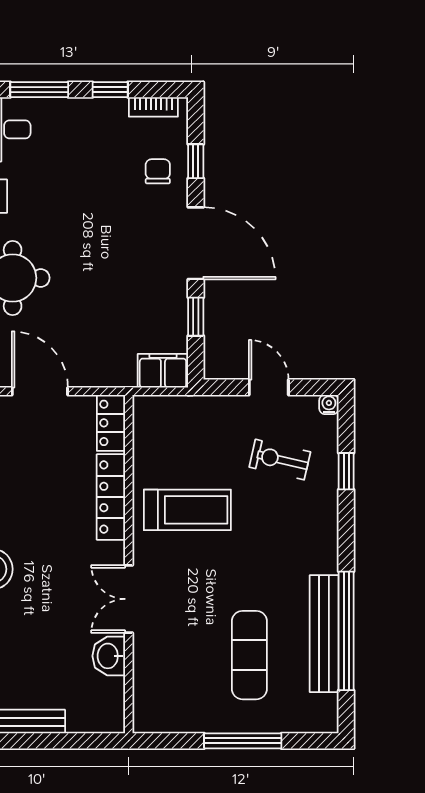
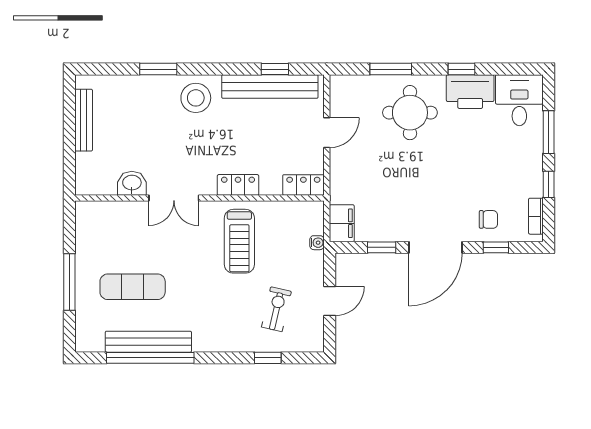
door: (40, 391) -> (327, 133), width x0.73
water cooler: (329, 404) -> (317, 243), moved
locker: (111, 497) -> (238, 185), width x0.66
double door: (129, 599) -> (174, 198), swing flipped

